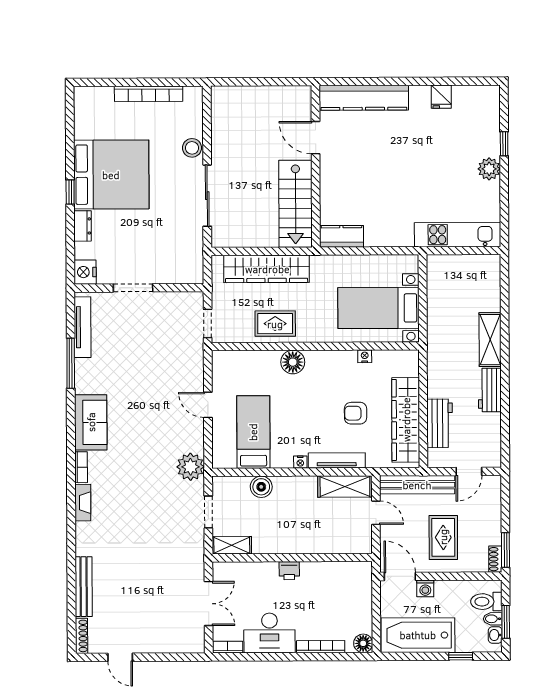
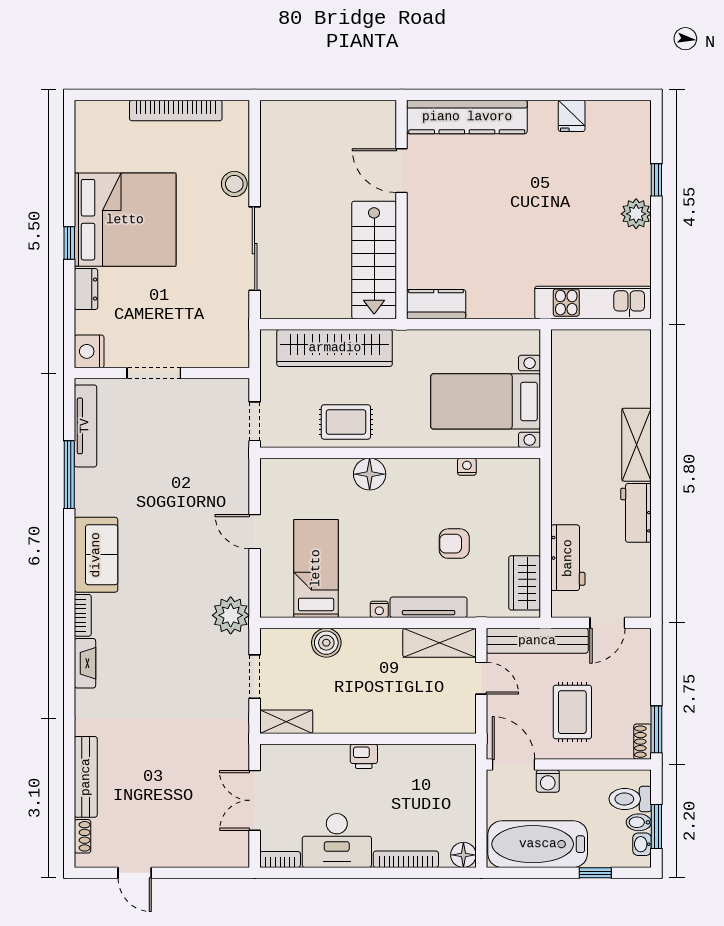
wardrobe: (406, 420) -> (525, 583), width x0.48, depth x0.85
double door: (209, 604) -> (255, 800), swing flipped
shoe rack: (81, 636) -> (82, 836), width x0.70

